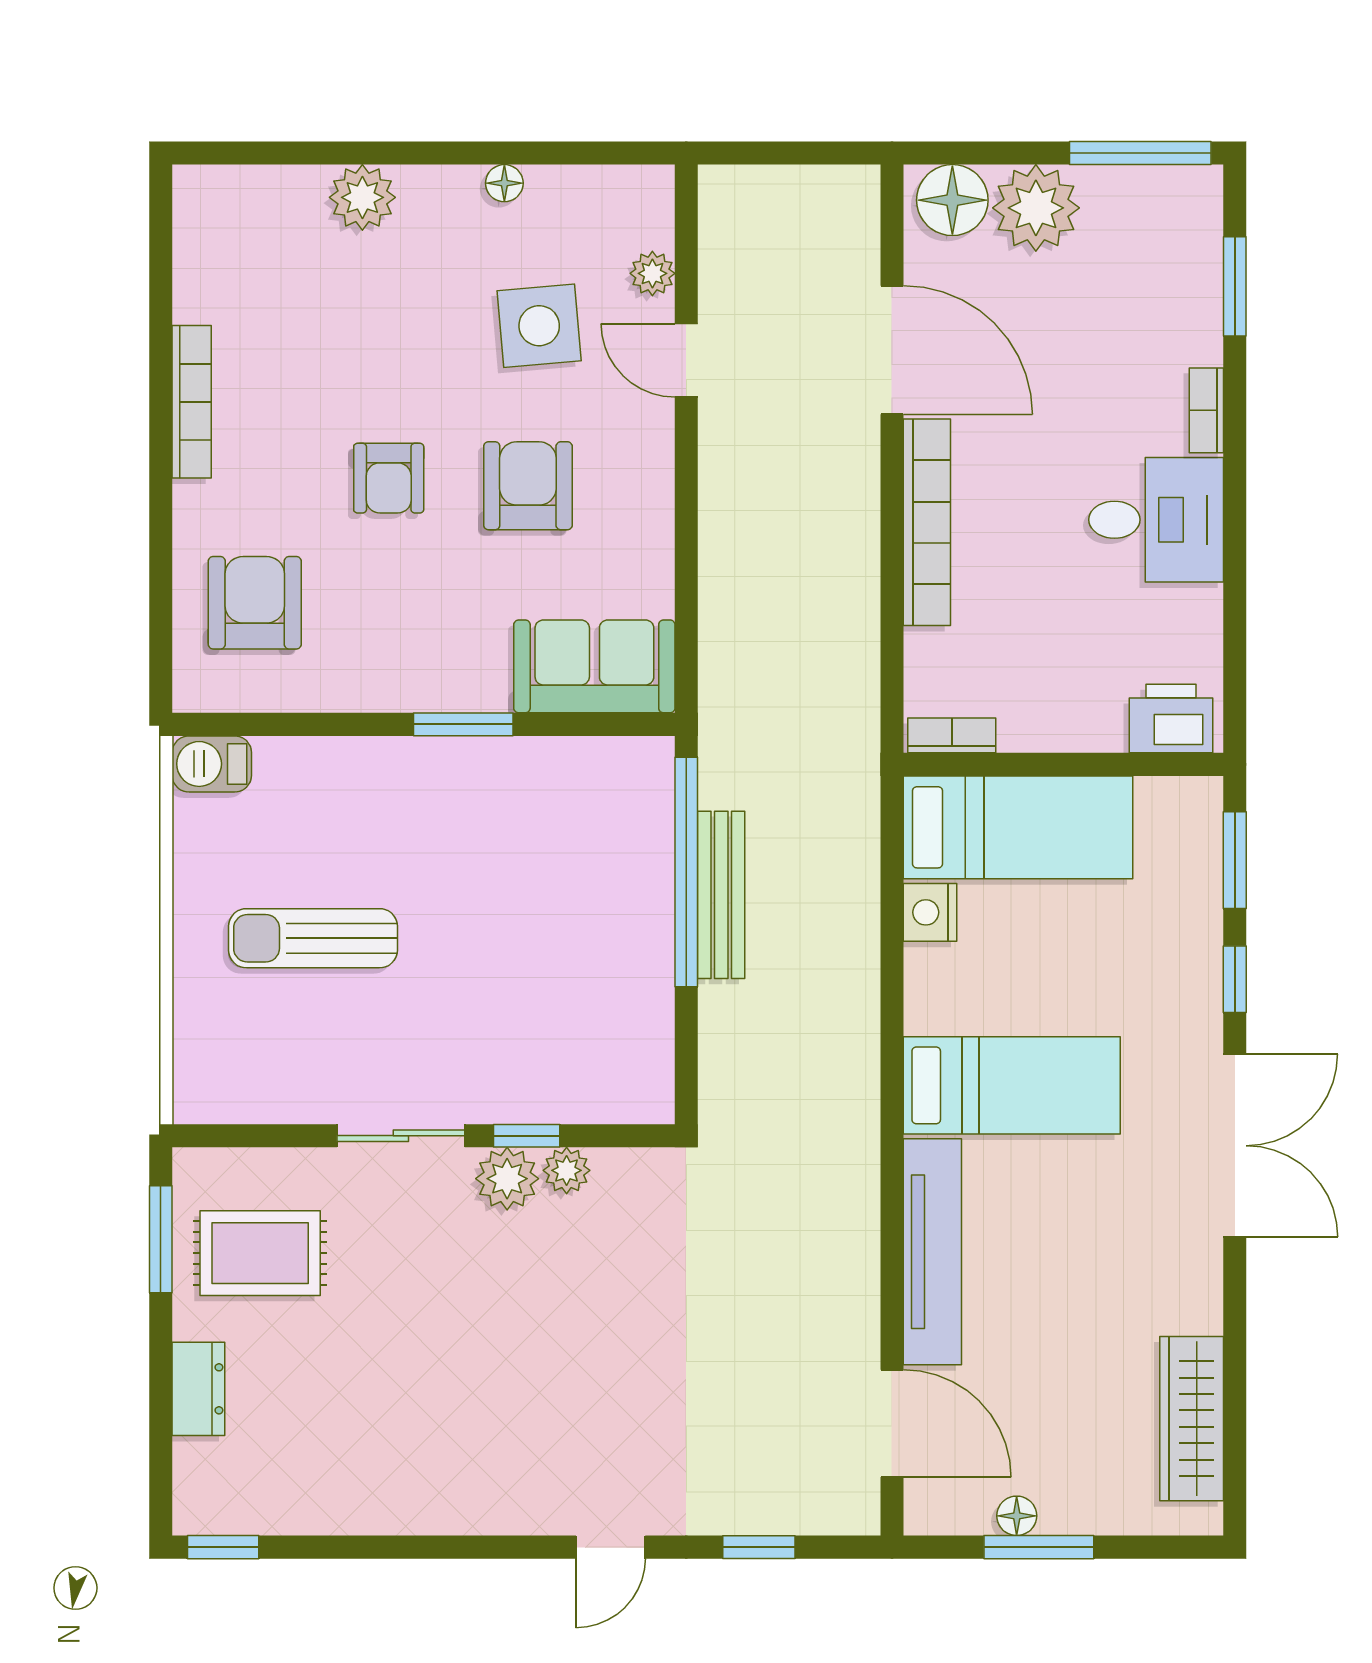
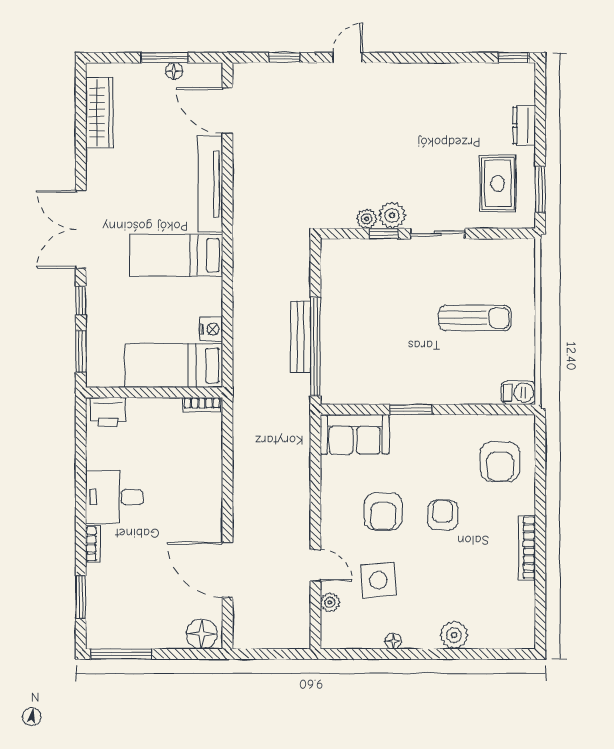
plant: (1036, 208) -> (166, 631), removed
bookcase: (927, 522) -> (212, 496), removed
rug: (260, 1253) -> (498, 183), turned 90

